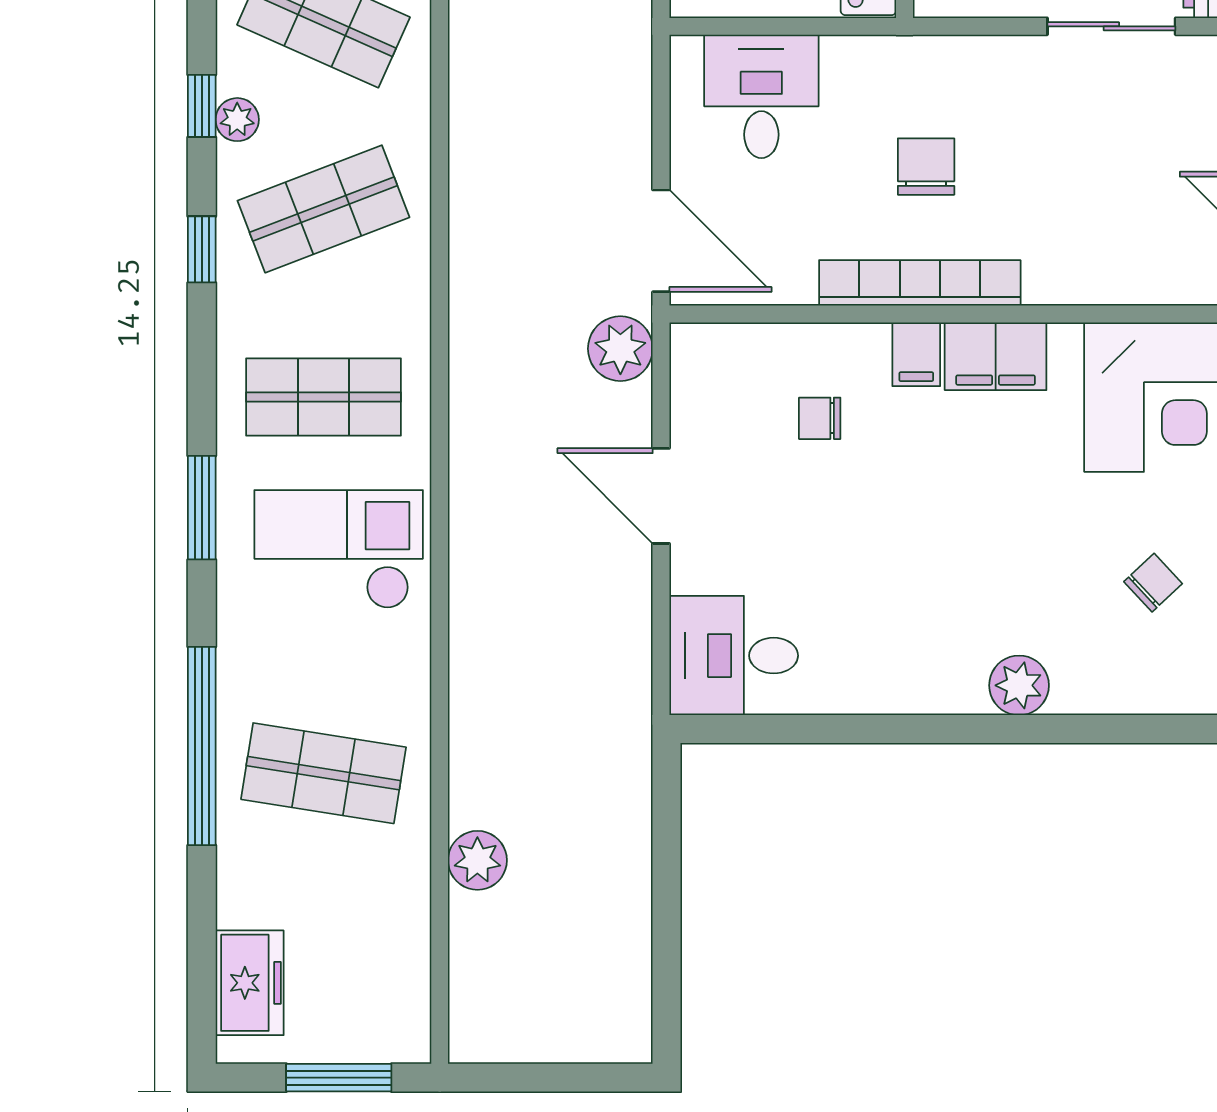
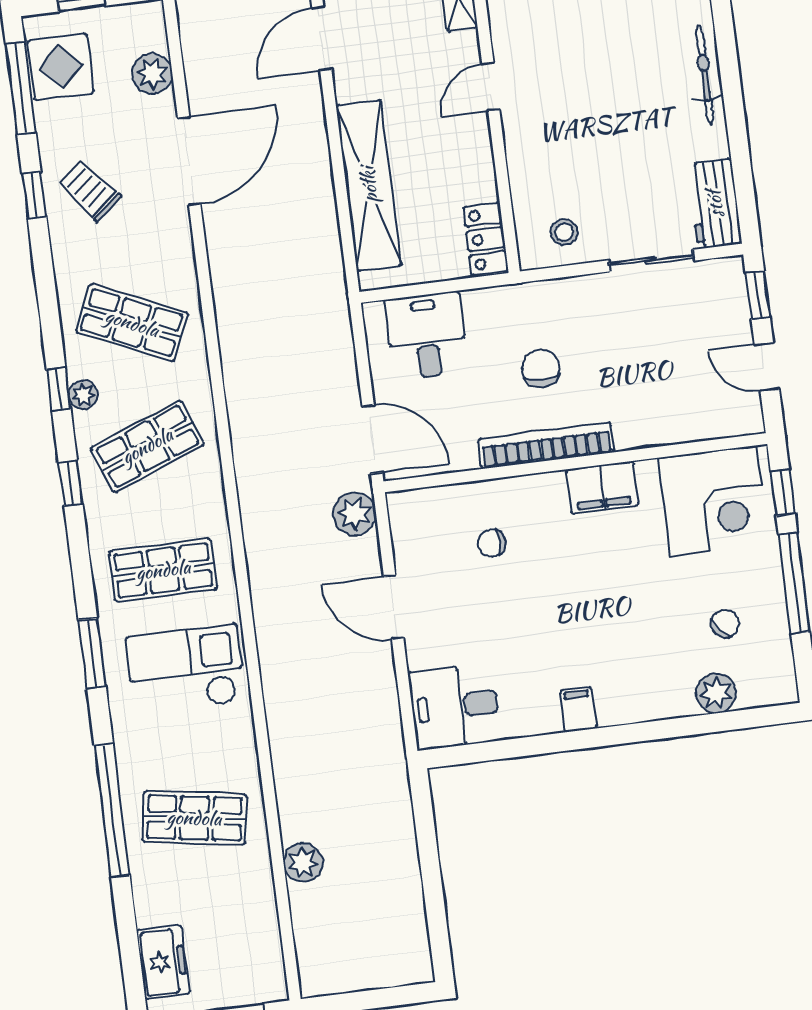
filing cabinet: (916, 354) -> (578, 709), moved, turned 180
plant: (1019, 685) -> (716, 693), moved

